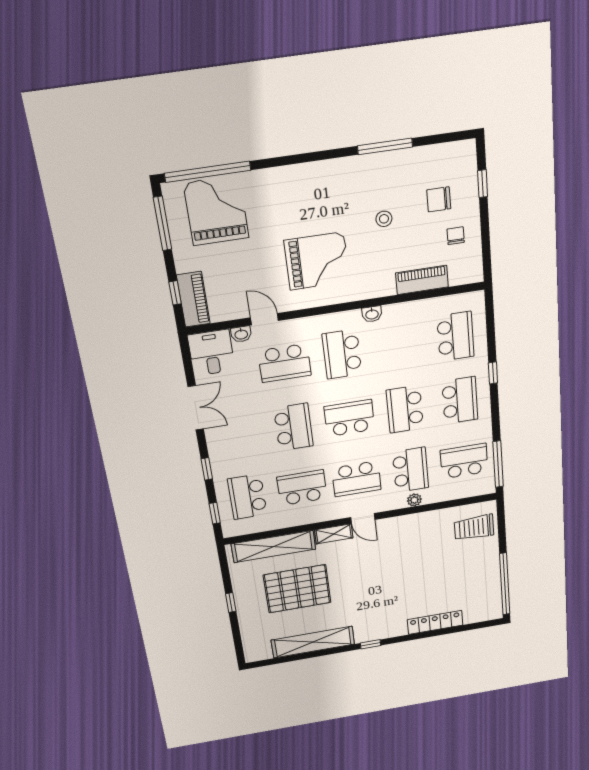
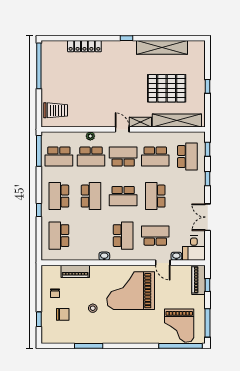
grand piano: (317, 261) -> (131, 291), width x1.37, depth x1.48
school desk: (410, 470) -> (91, 157), turned -90

